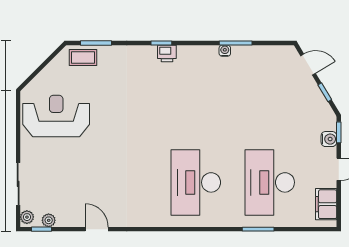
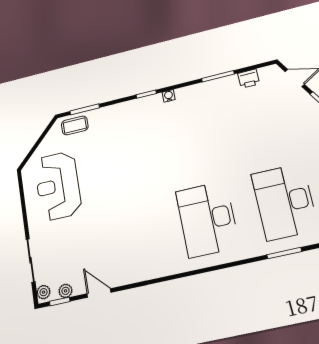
water cooler: (225, 51) -> (169, 96), moved
printer: (167, 53) -> (249, 79), moved
reception desk: (56, 116) -> (58, 186), turned -90
door: (97, 229) -> (99, 293), moved

